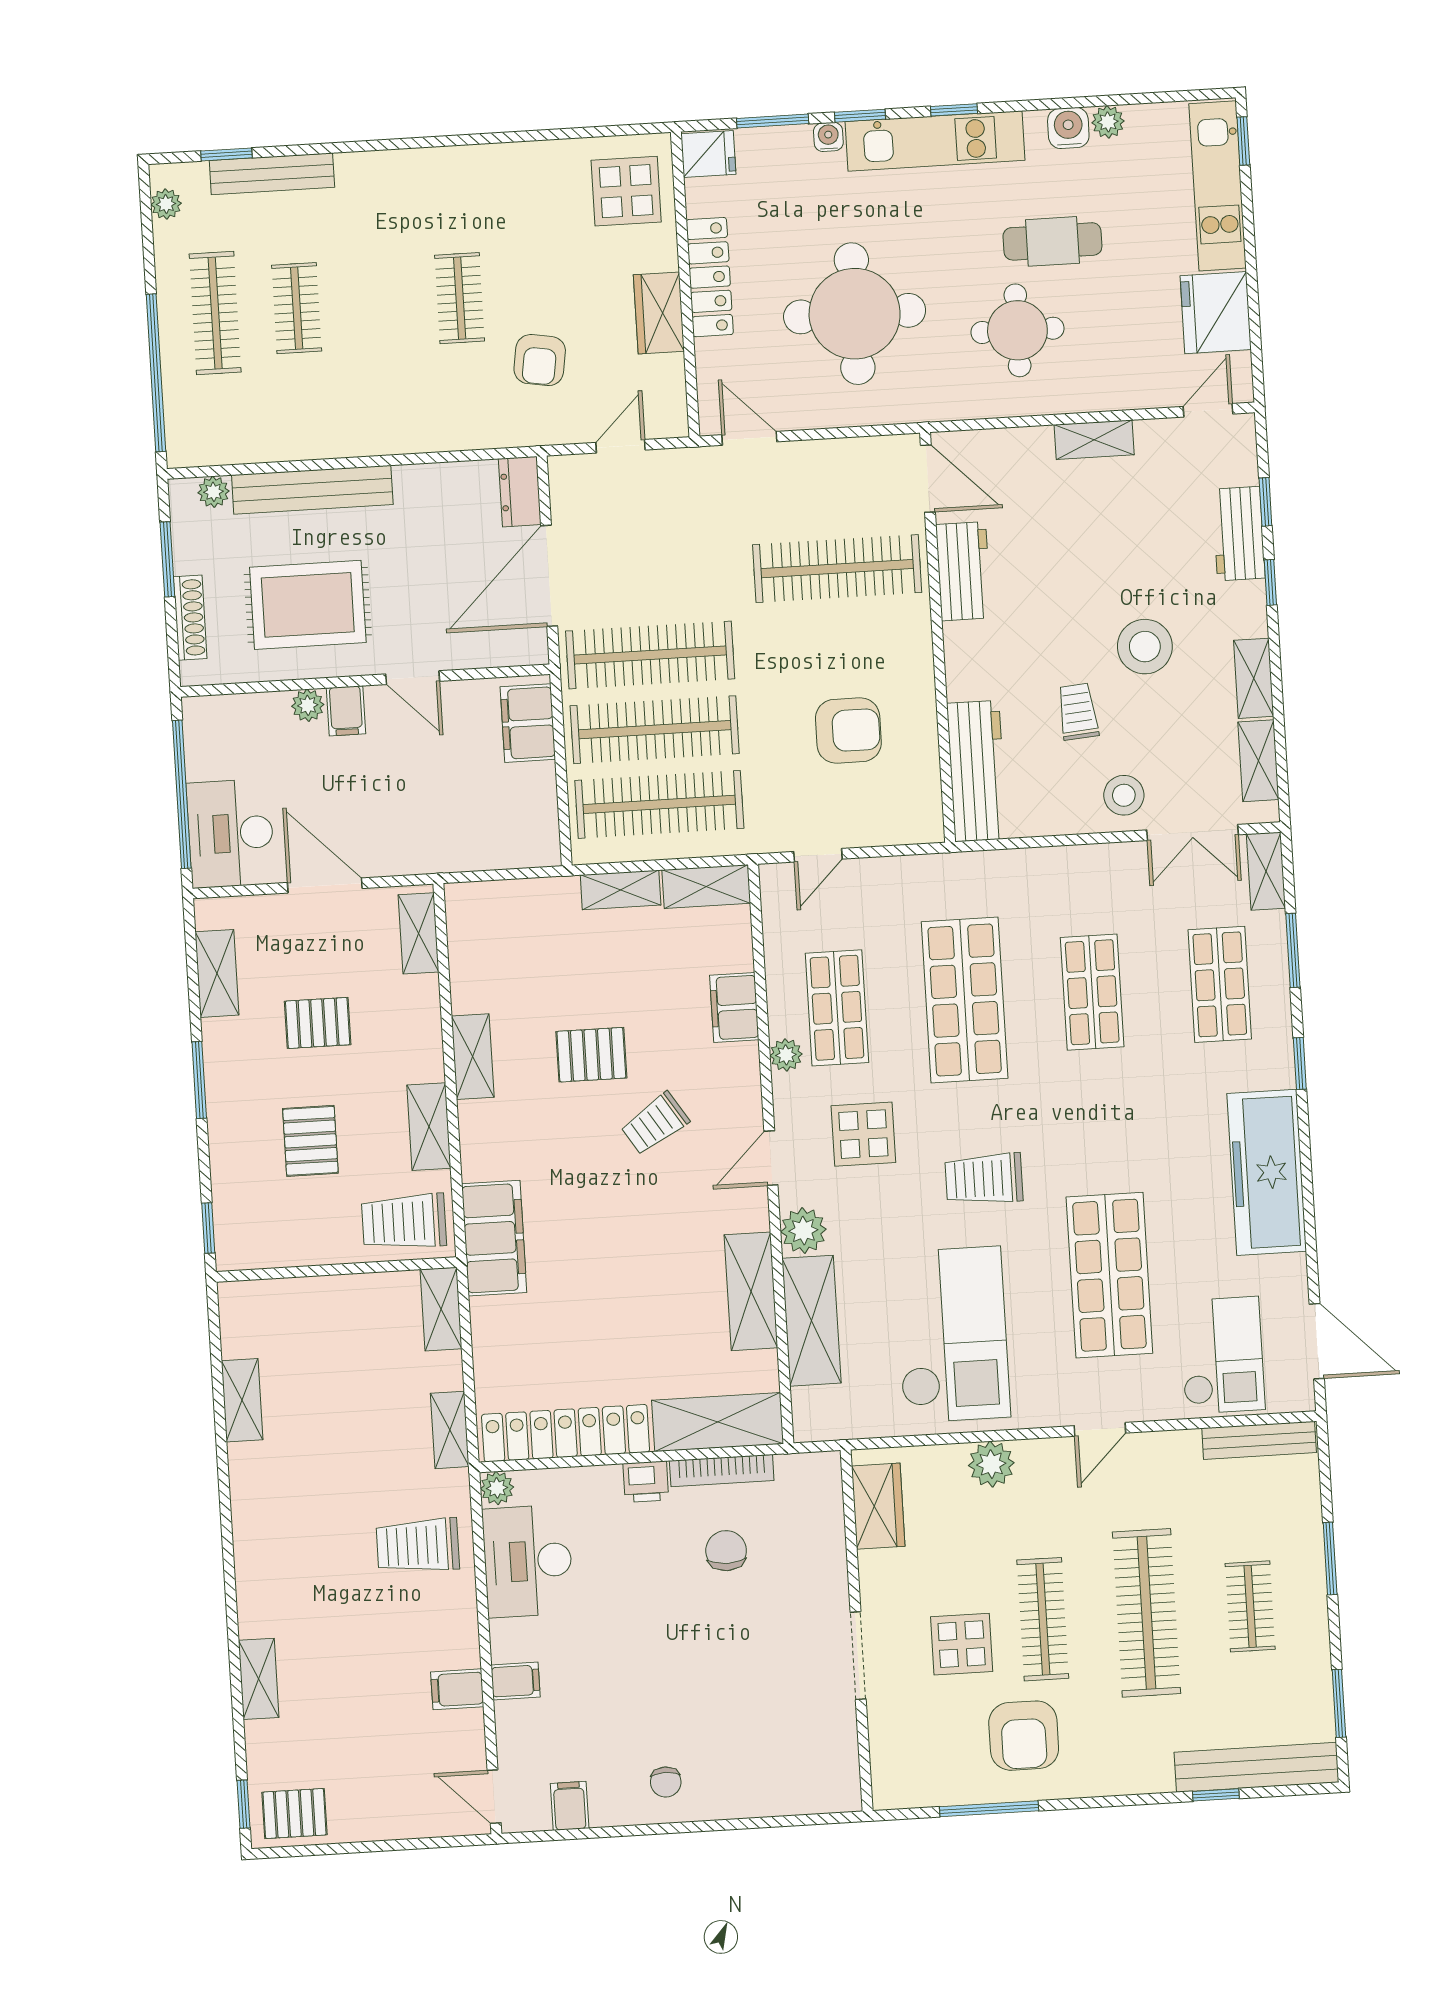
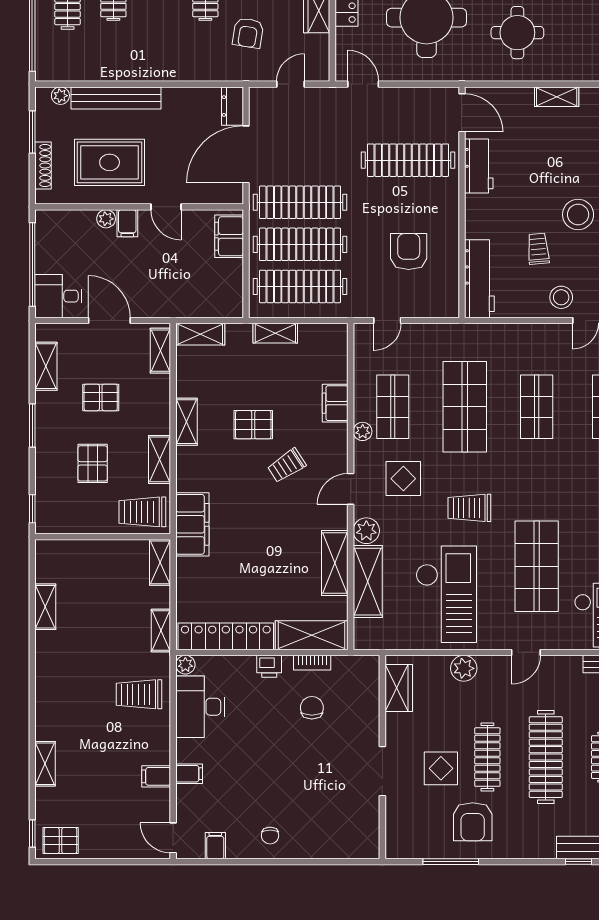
armchair: (848, 731) -> (409, 251), turned -90
desk: (231, 833) -> (58, 296), width x0.73
shelving: (706, 886) -> (200, 334), moved
bookcase: (722, 1471) -> (312, 663), width x0.64

